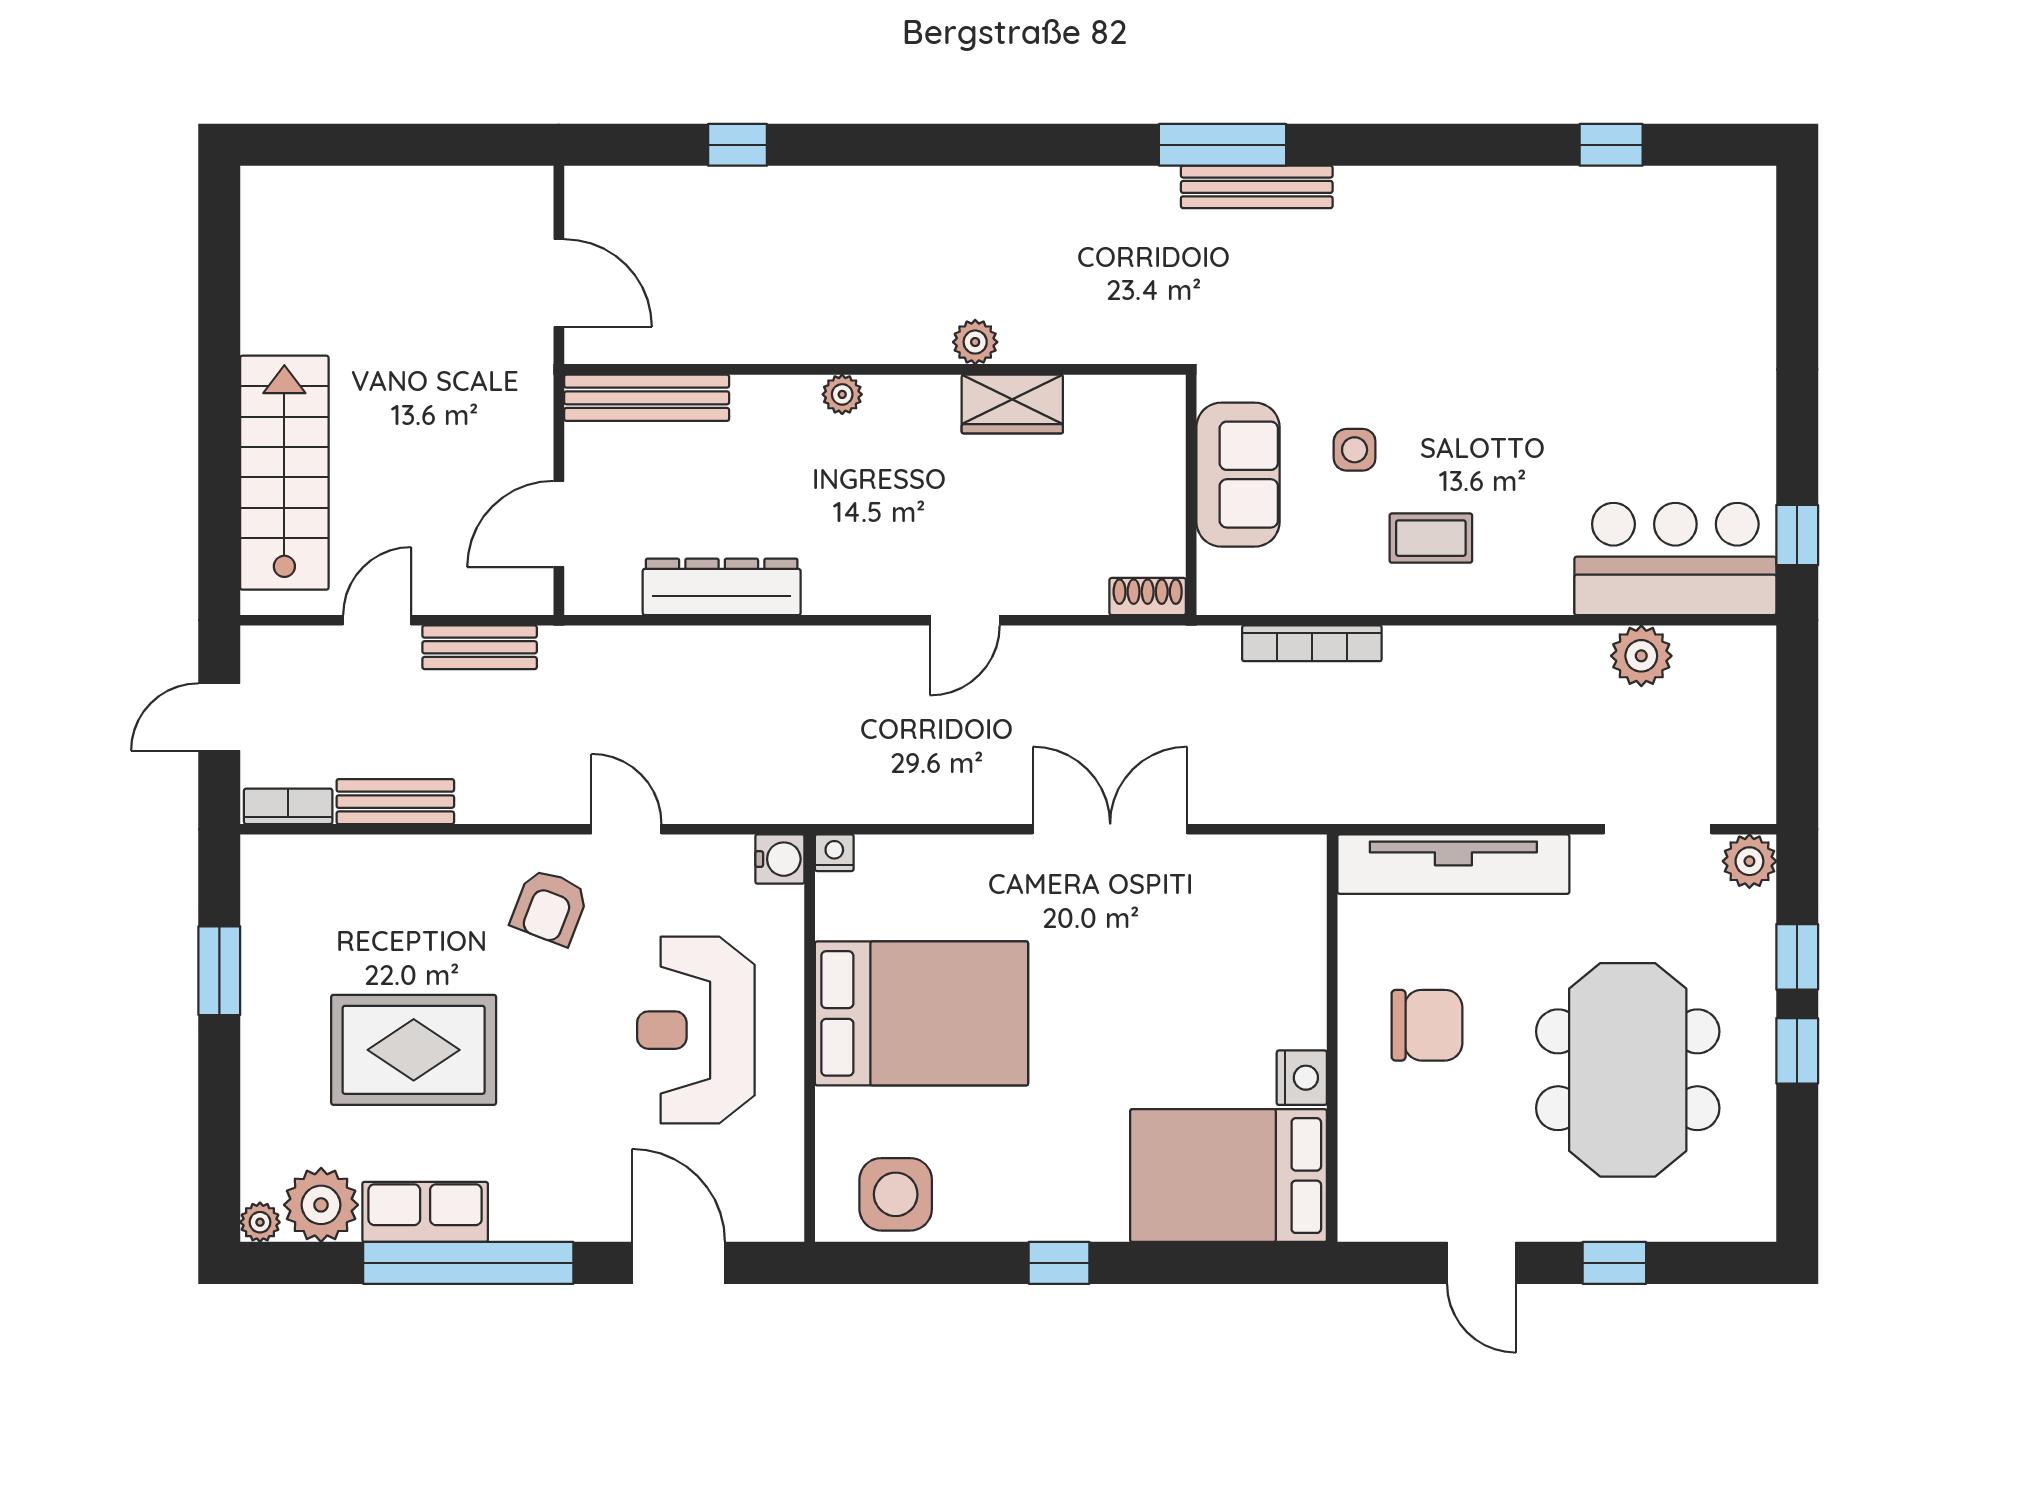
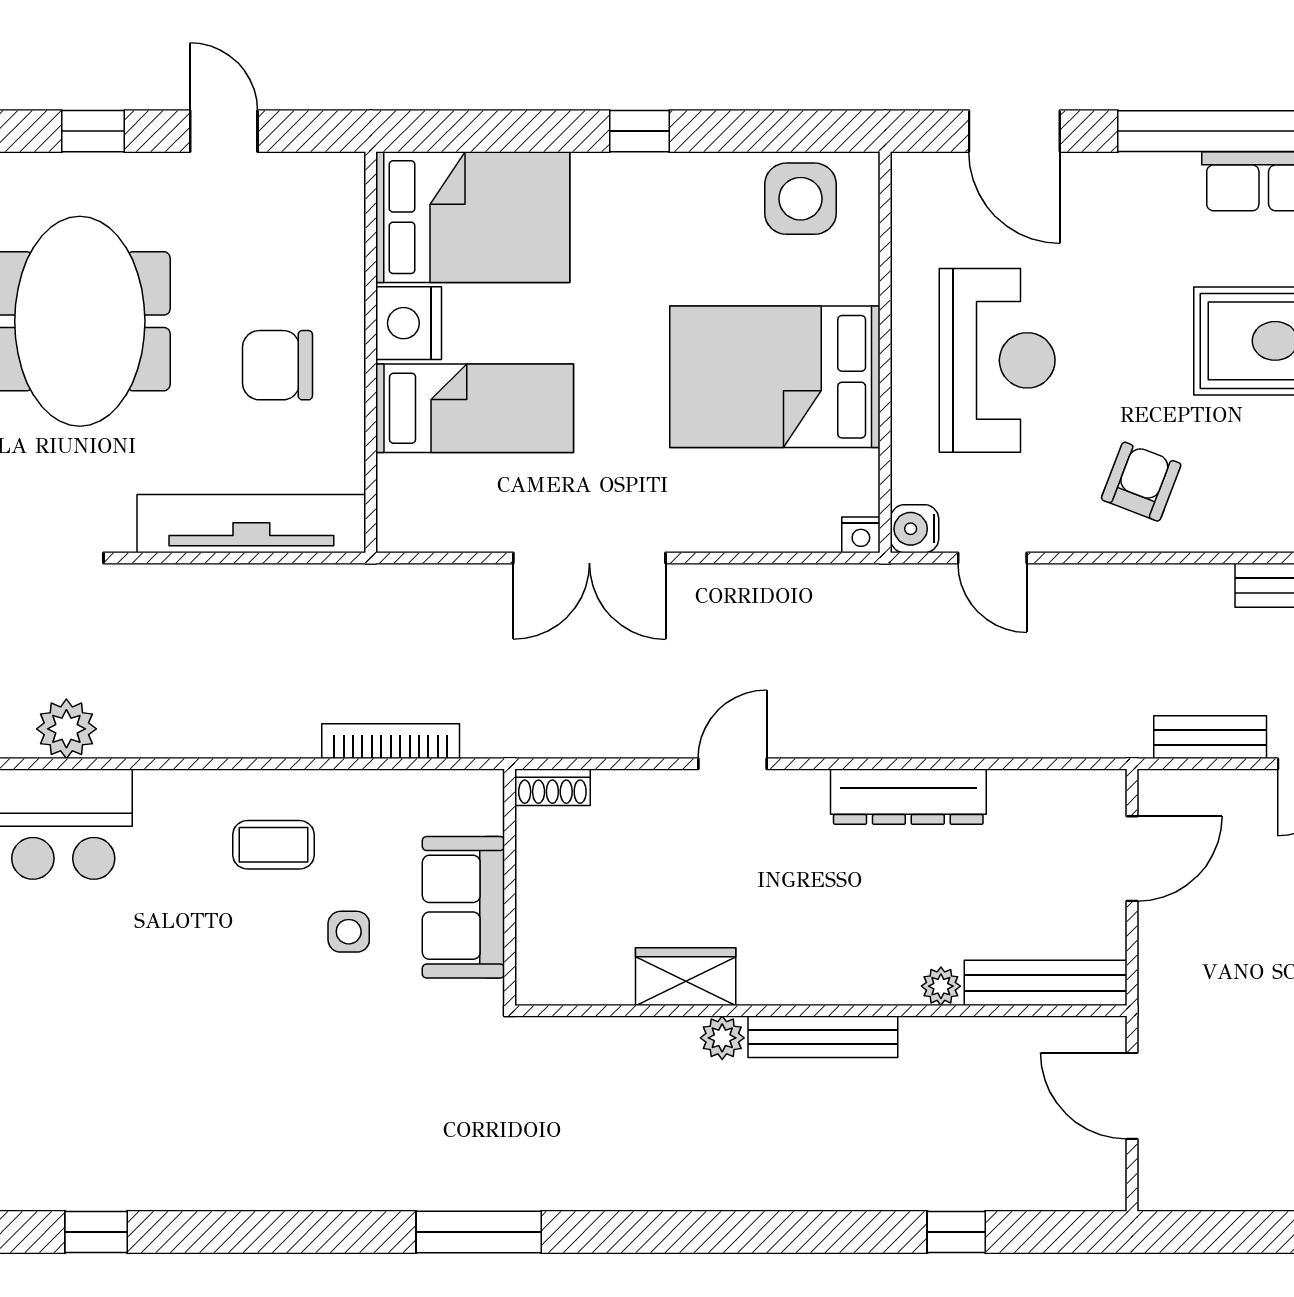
bench: (1257, 187) -> (823, 1037), moved
plant: (842, 394) -> (941, 986), moved
dresser: (722, 587) -> (908, 797), moved
door: (626, 829) -> (992, 558), moved
bed: (1227, 981) -> (475, 408), added
nightstand: (1302, 1078) -> (409, 323), width x1.36, depth x1.33

